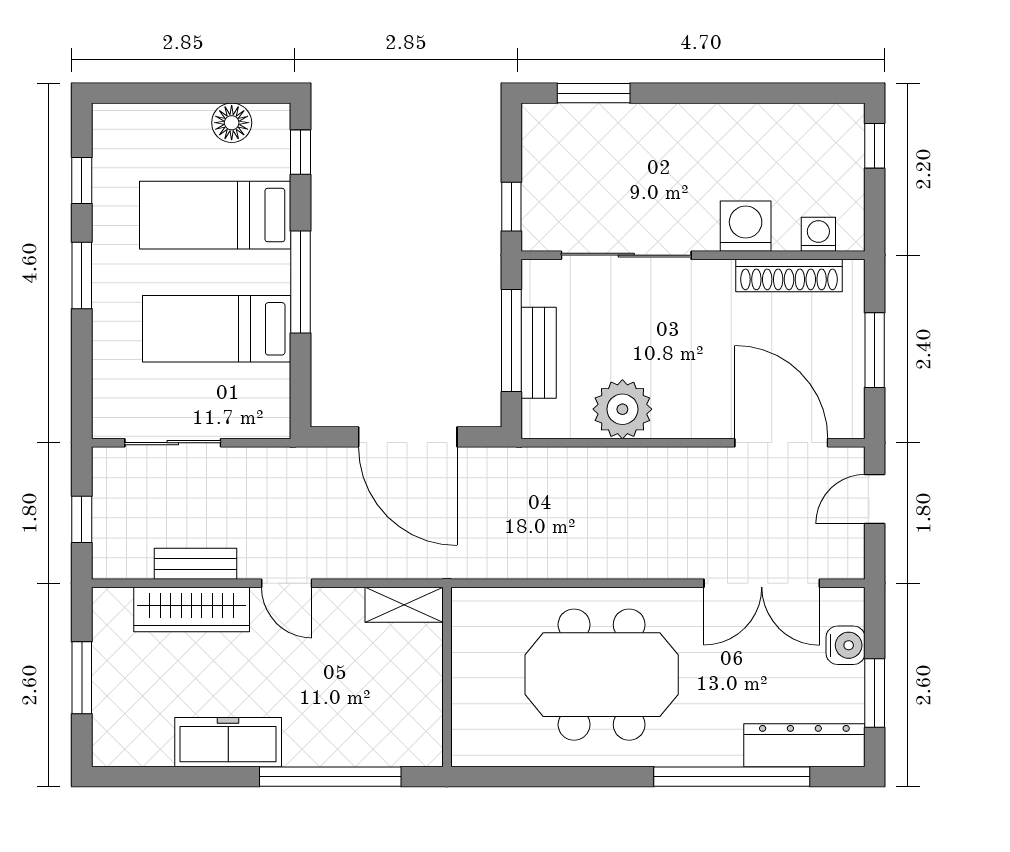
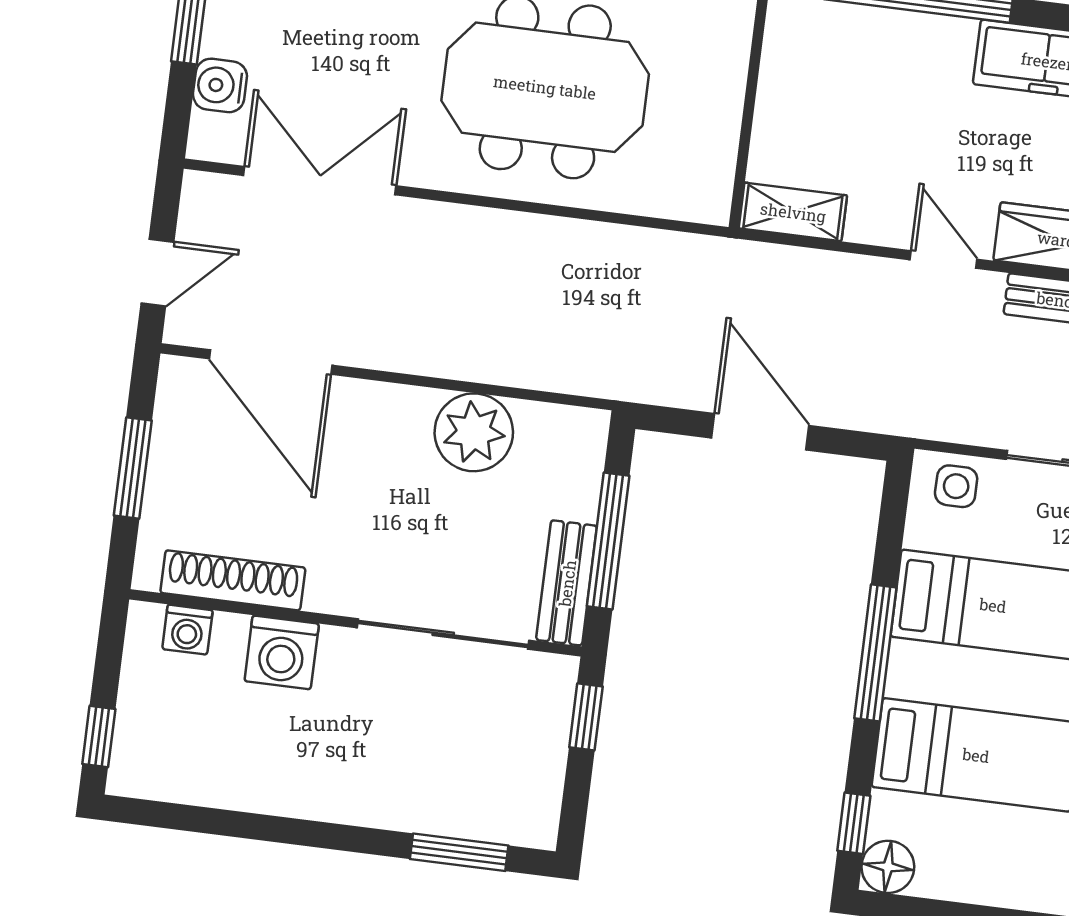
floor lamp: (232, 123) -> (888, 867), moved
bench: (539, 353) -> (567, 583), moved
side table: (256, 415) -> (956, 486), added
door: (408, 437) -> (760, 432), width x0.73

